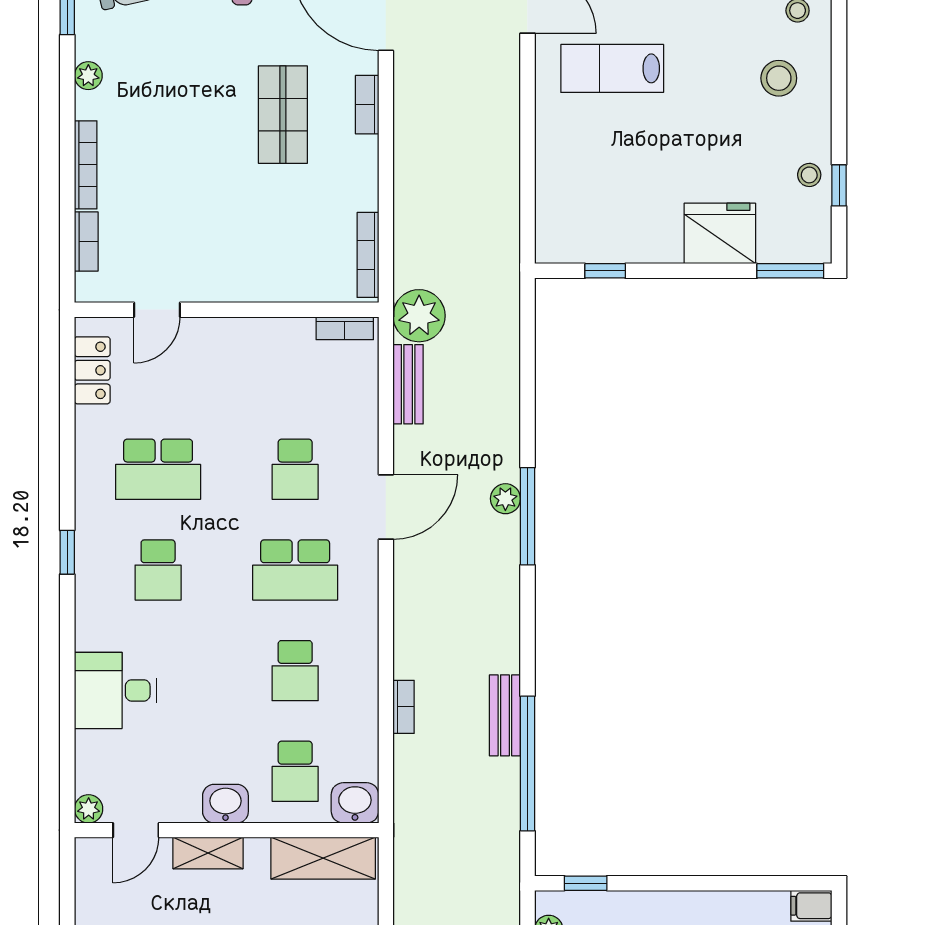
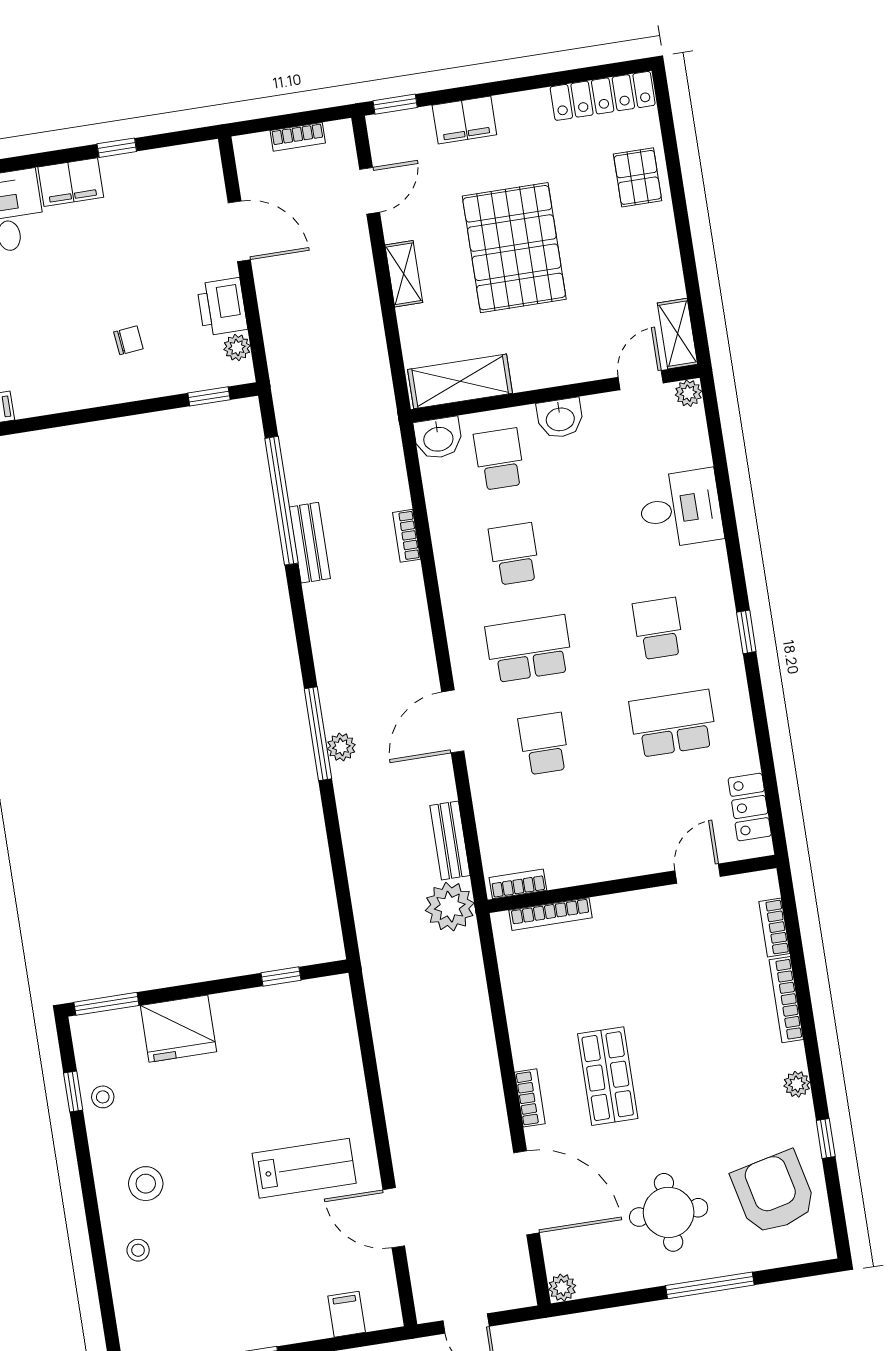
bookcase: (368, 255) -> (550, 914), moved, turned 90
shelving: (208, 853) -> (678, 334), moved, turned 90

